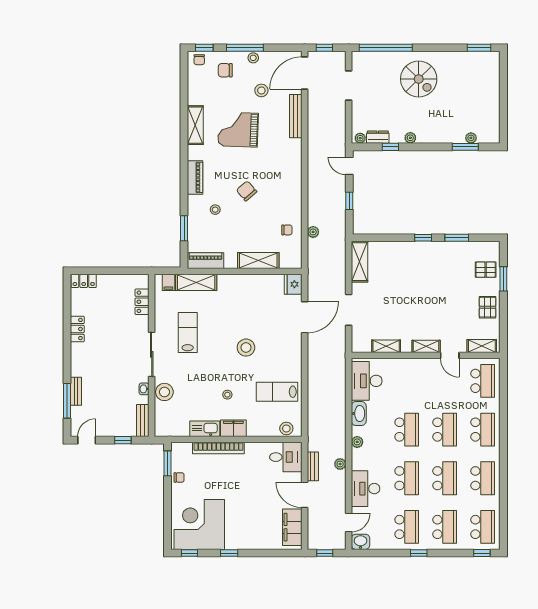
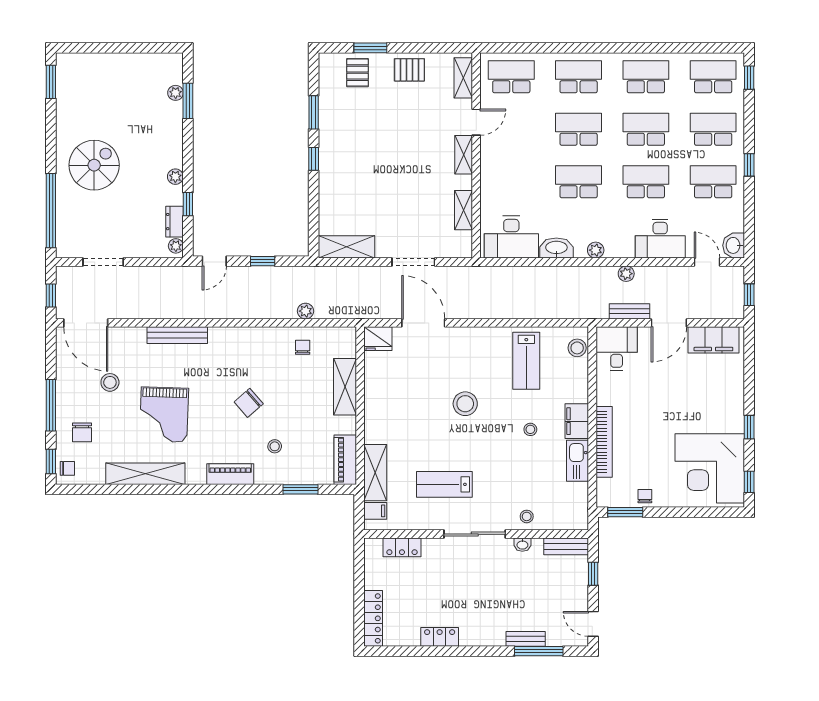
stool: (253, 58) -> (65, 394), removed
bench: (296, 116) -> (177, 335), moved
shelving: (195, 125) -> (145, 474), width x1.47
locker: (84, 281) -> (373, 618), width x1.53
stool: (164, 392) -> (527, 516), width x0.53, depth x0.53

